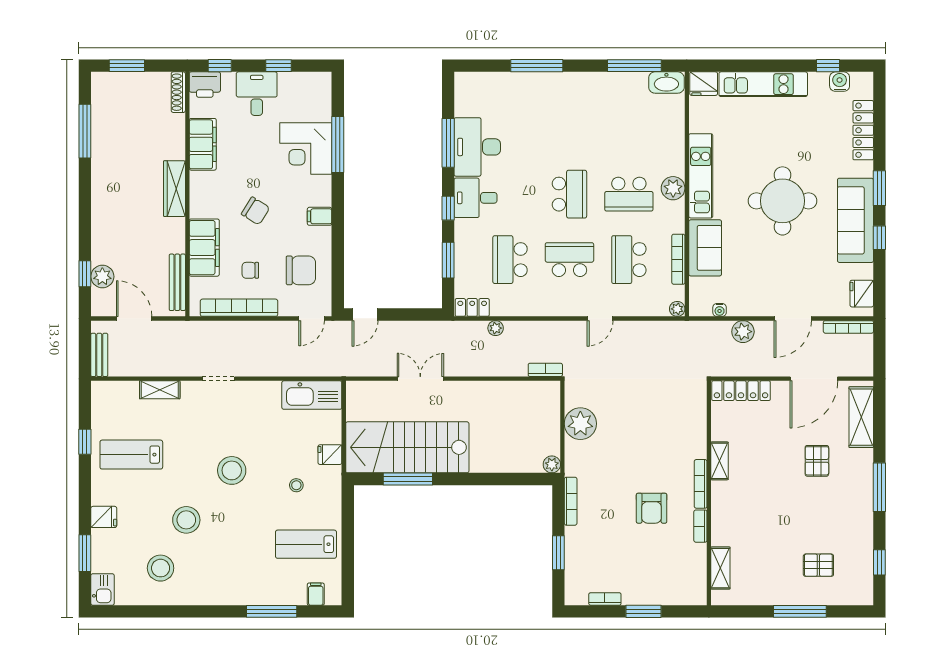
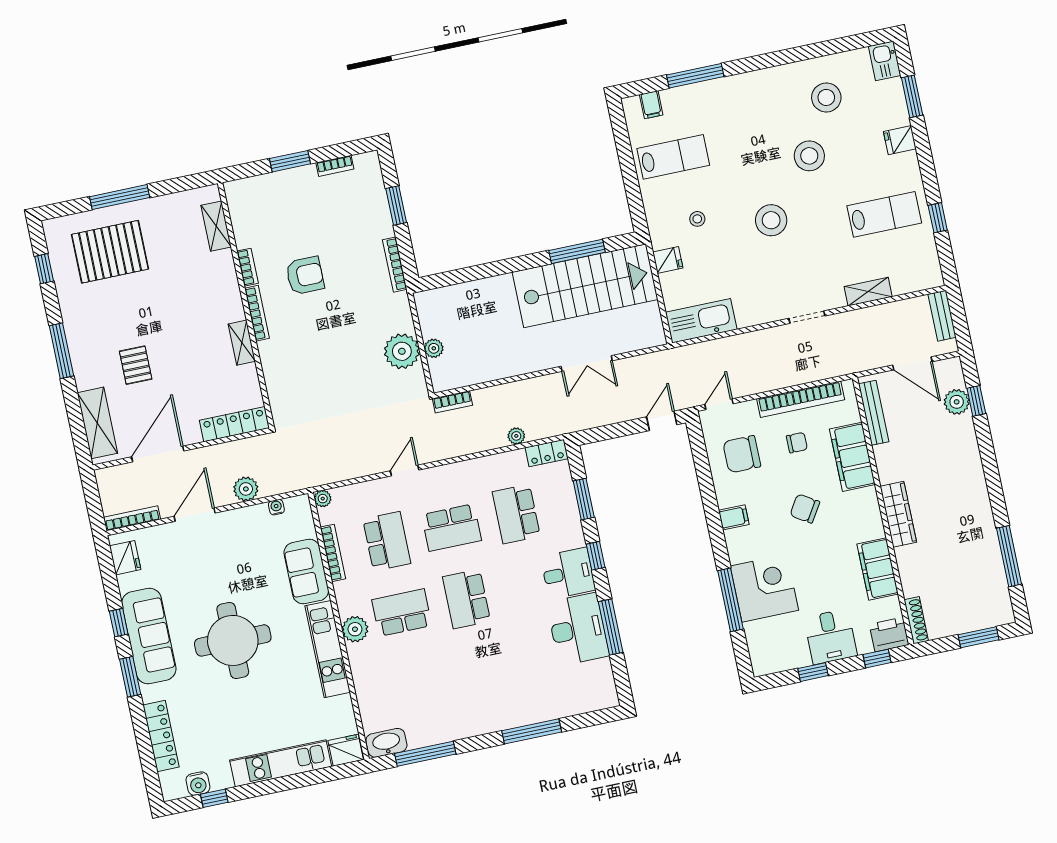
school desk: (510, 260) -> (516, 514), turned 180
plant: (552, 464) -> (434, 348), moved
armchair: (652, 508) -> (305, 276), turned 90
pallet: (818, 565) -> (110, 252), width x2.05, depth x2.00

